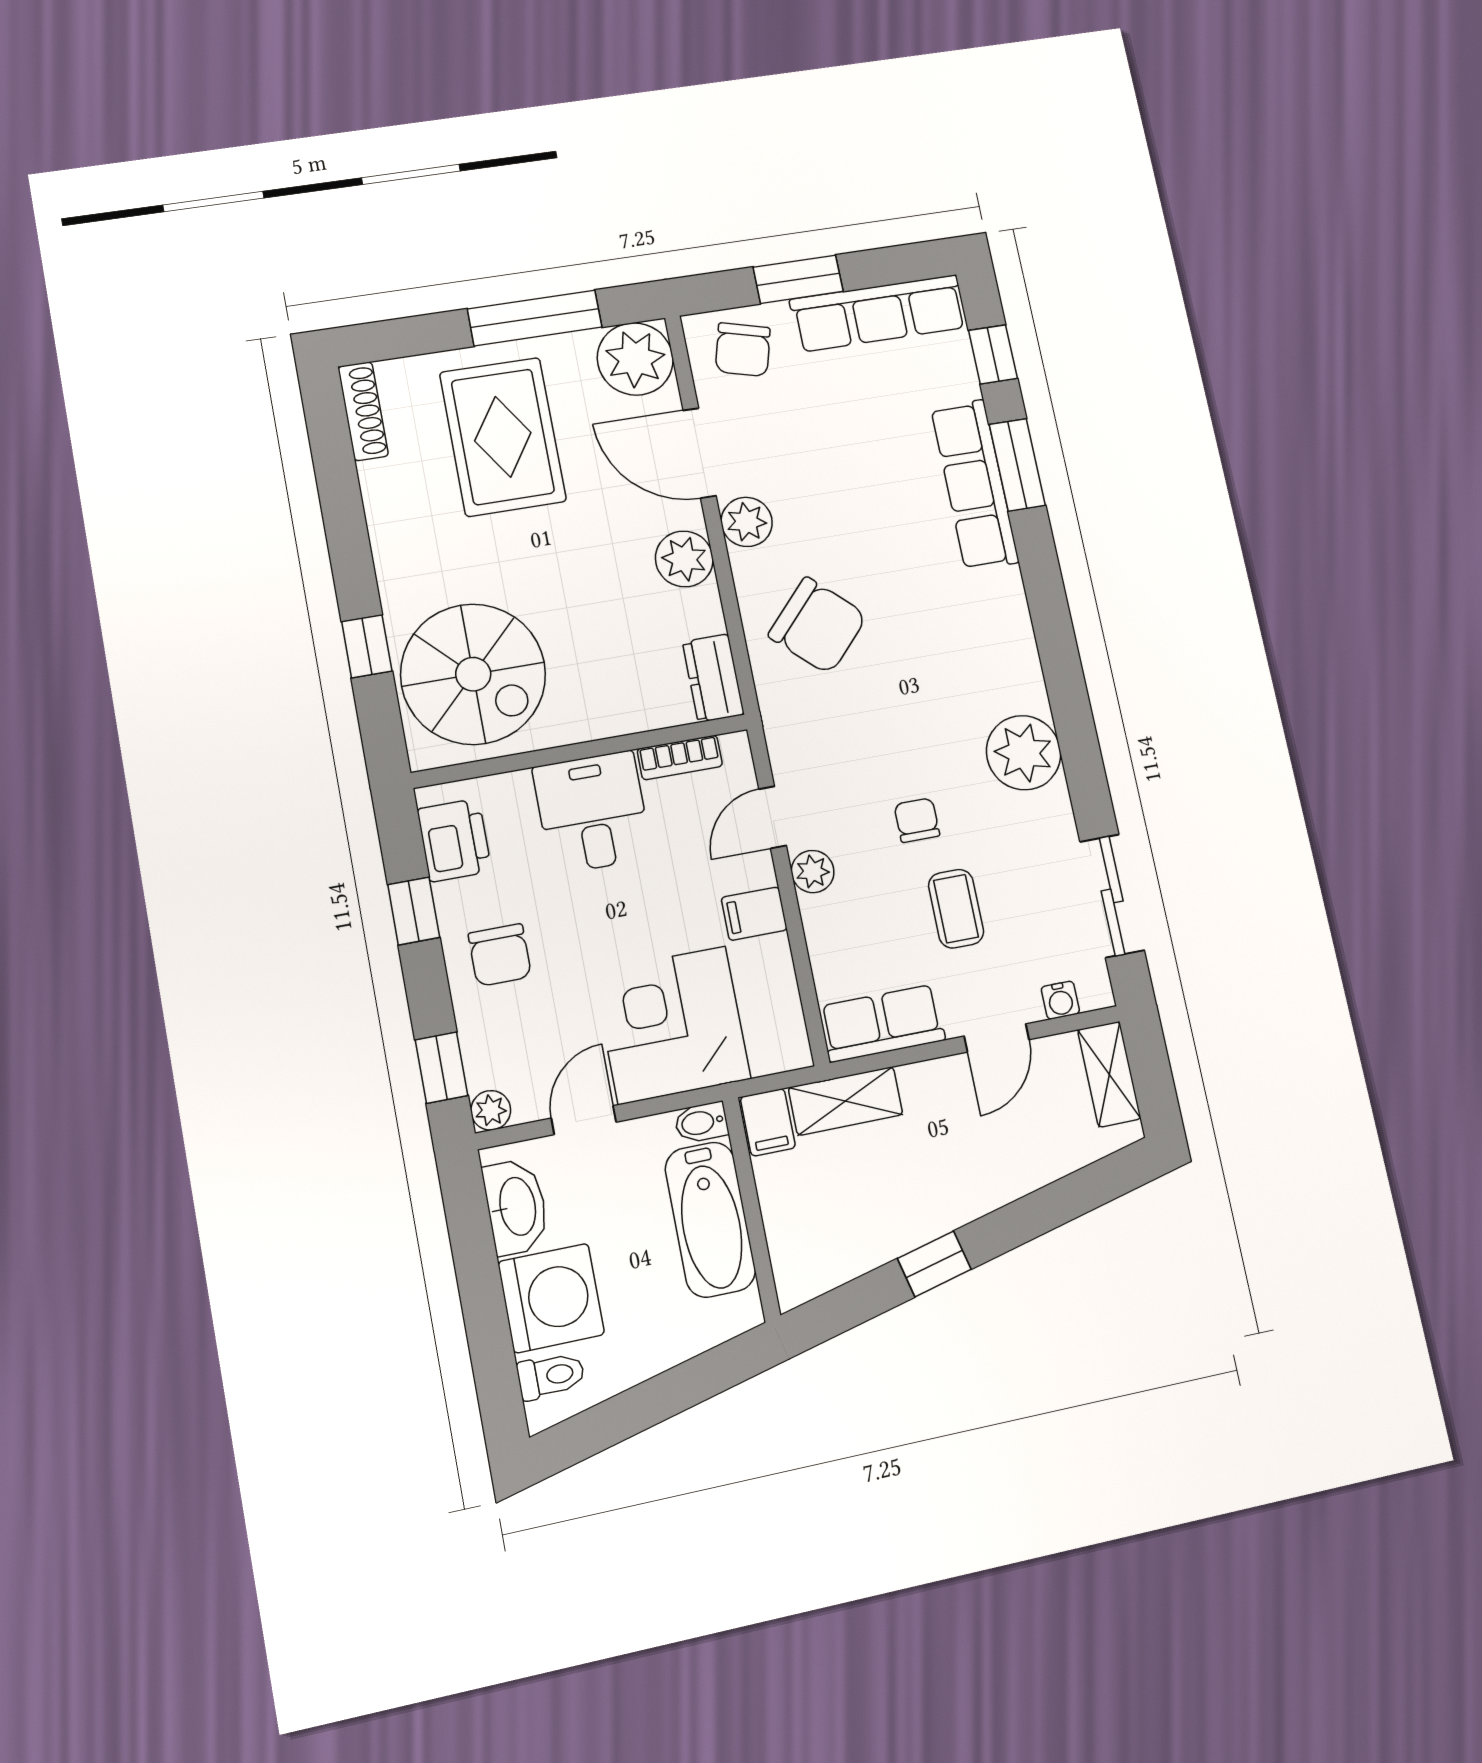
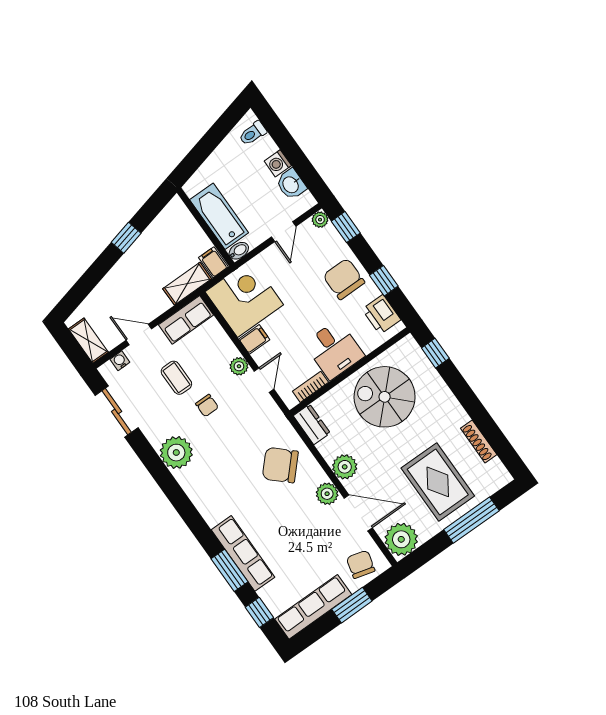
window: (535, 318) -> (471, 520), moved
shoe rack: (363, 411) -> (479, 441), moved
window: (367, 646) -> (435, 353), moved
spiral stairs: (473, 674) -> (385, 397), moved
chair: (500, 955) -> (344, 279), width x1.37, depth x1.37
corner desk: (672, 1025) -> (244, 298), moved, turned -90
door: (997, 1038) -> (139, 335), hinge flipped
washbasin: (516, 1207) -> (291, 184), width x0.72
washing machine: (551, 1298) -> (278, 163), width x0.53, depth x0.53

